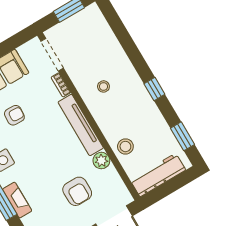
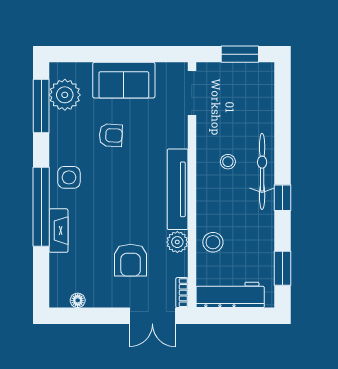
bicycle: (130, 79) -> (262, 171), added
bookcase: (61, 85) -> (182, 293), moved

